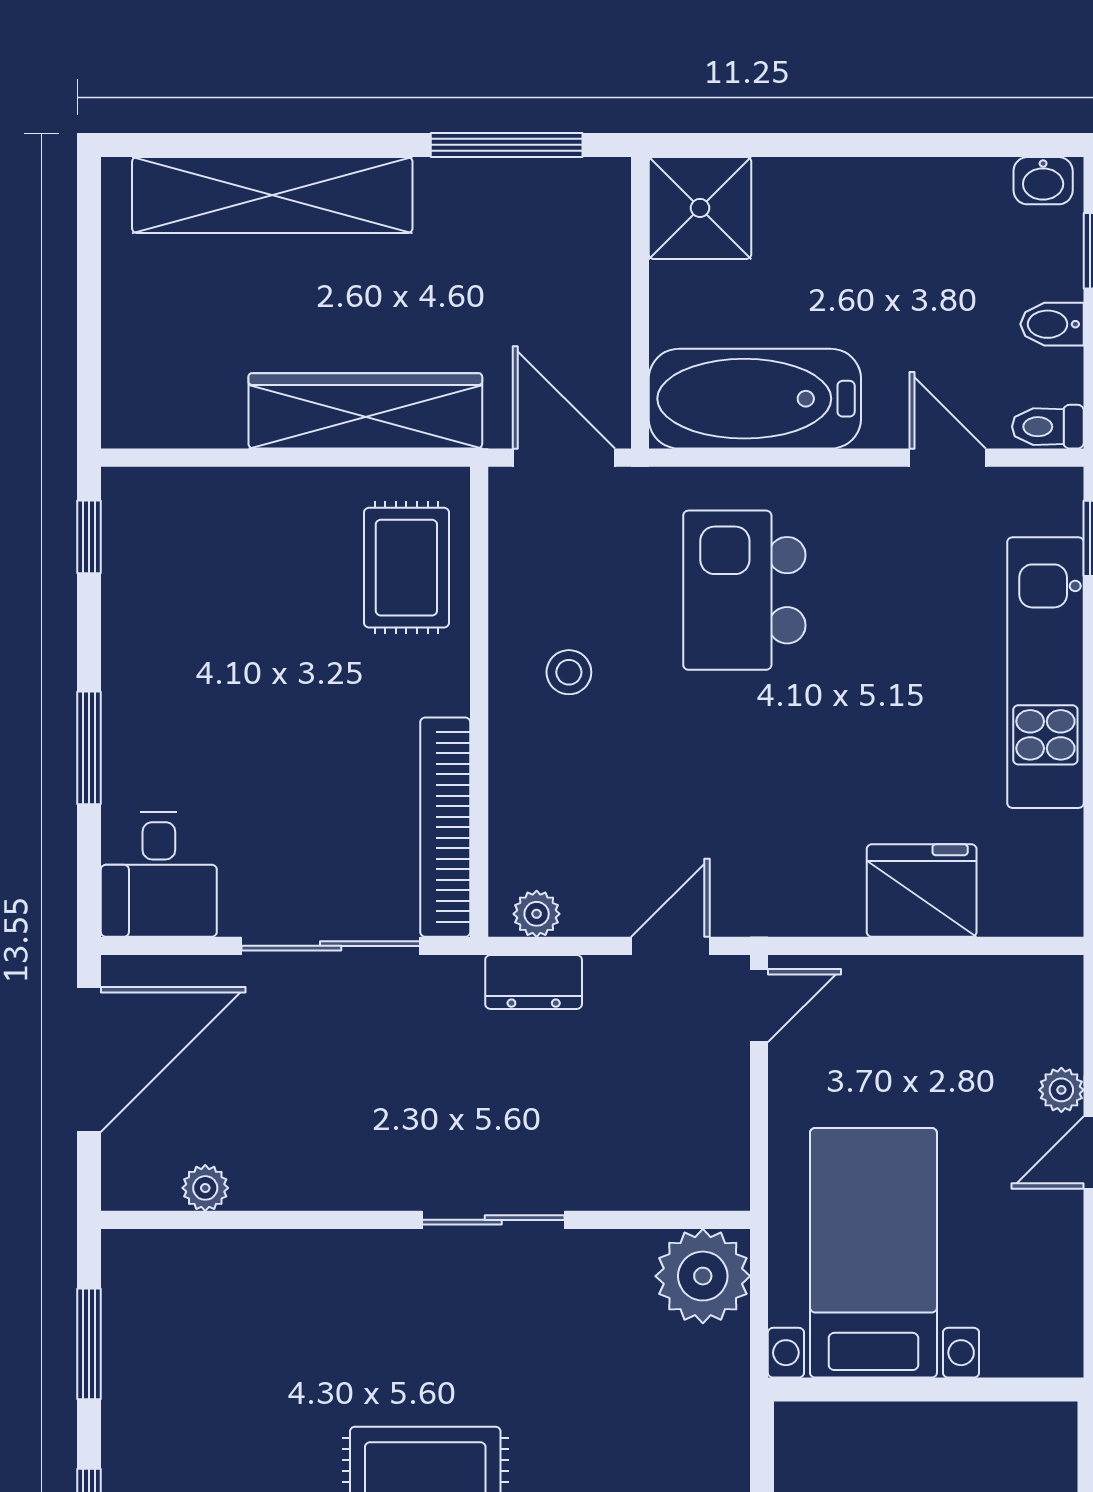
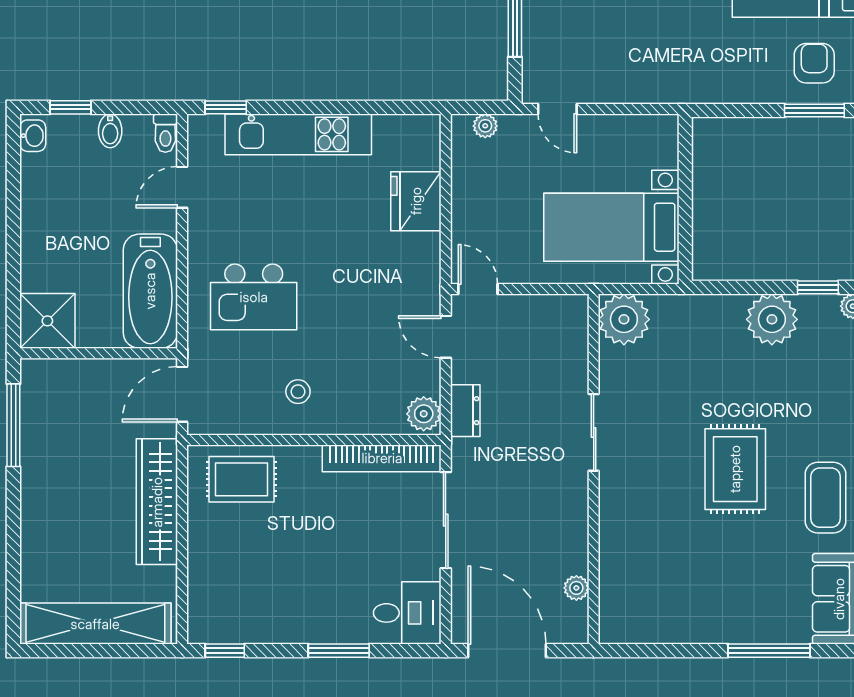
shelving: (272, 195) -> (95, 624), moved, turned 90
plant: (537, 914) -> (424, 414), width x1.38, depth x1.38
plant: (1061, 1090) -> (485, 126), moved
window: (89, 1344) -> (661, 651), removed

